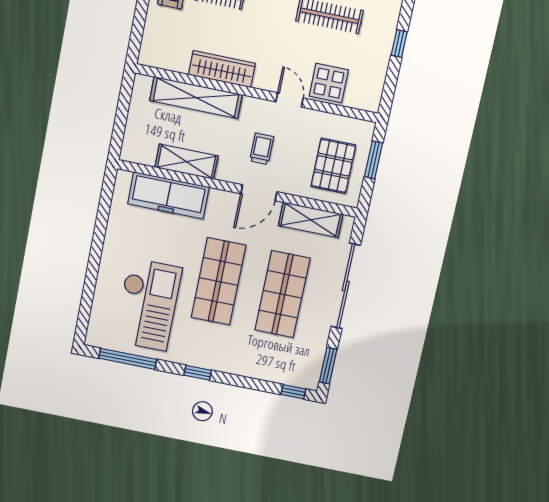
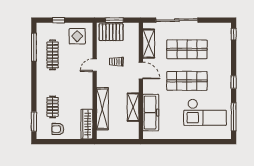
wardrobe: (222, 69) -> (87, 124), moved
display table: (329, 83) -> (77, 36), moved
trolley: (262, 149) -> (116, 62), moved
pallet: (333, 166) -> (111, 32), moved
checkout: (148, 305) -> (205, 112), turned 180
window: (328, 366) -> (217, 20), removed

